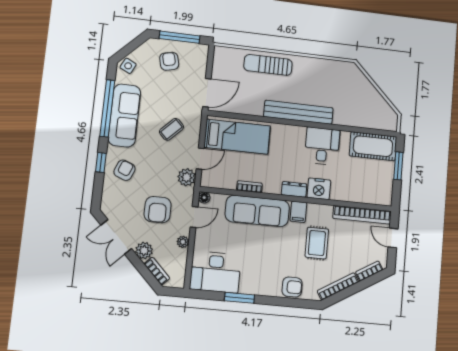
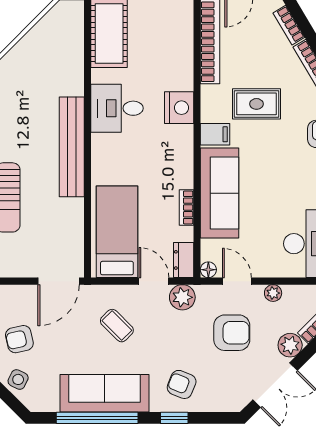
side table: (128, 66) -> (18, 379), moved
door: (207, 93) -> (59, 281), swing flipped
dresser: (294, 189) -> (184, 260), moved

